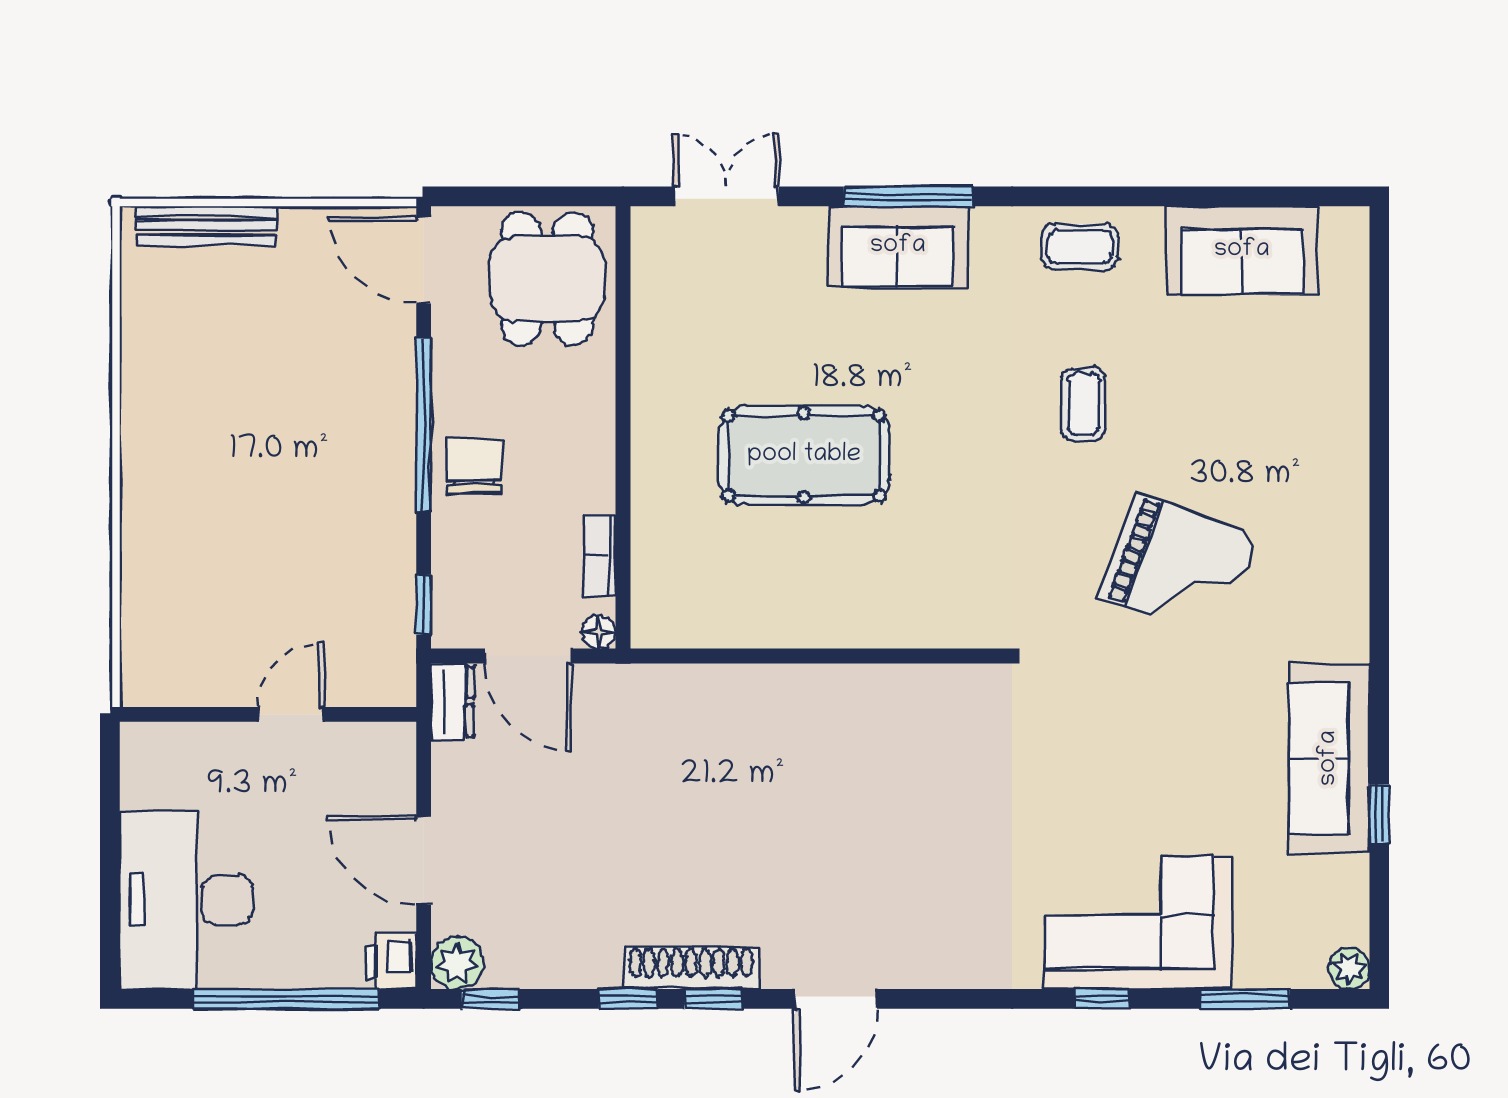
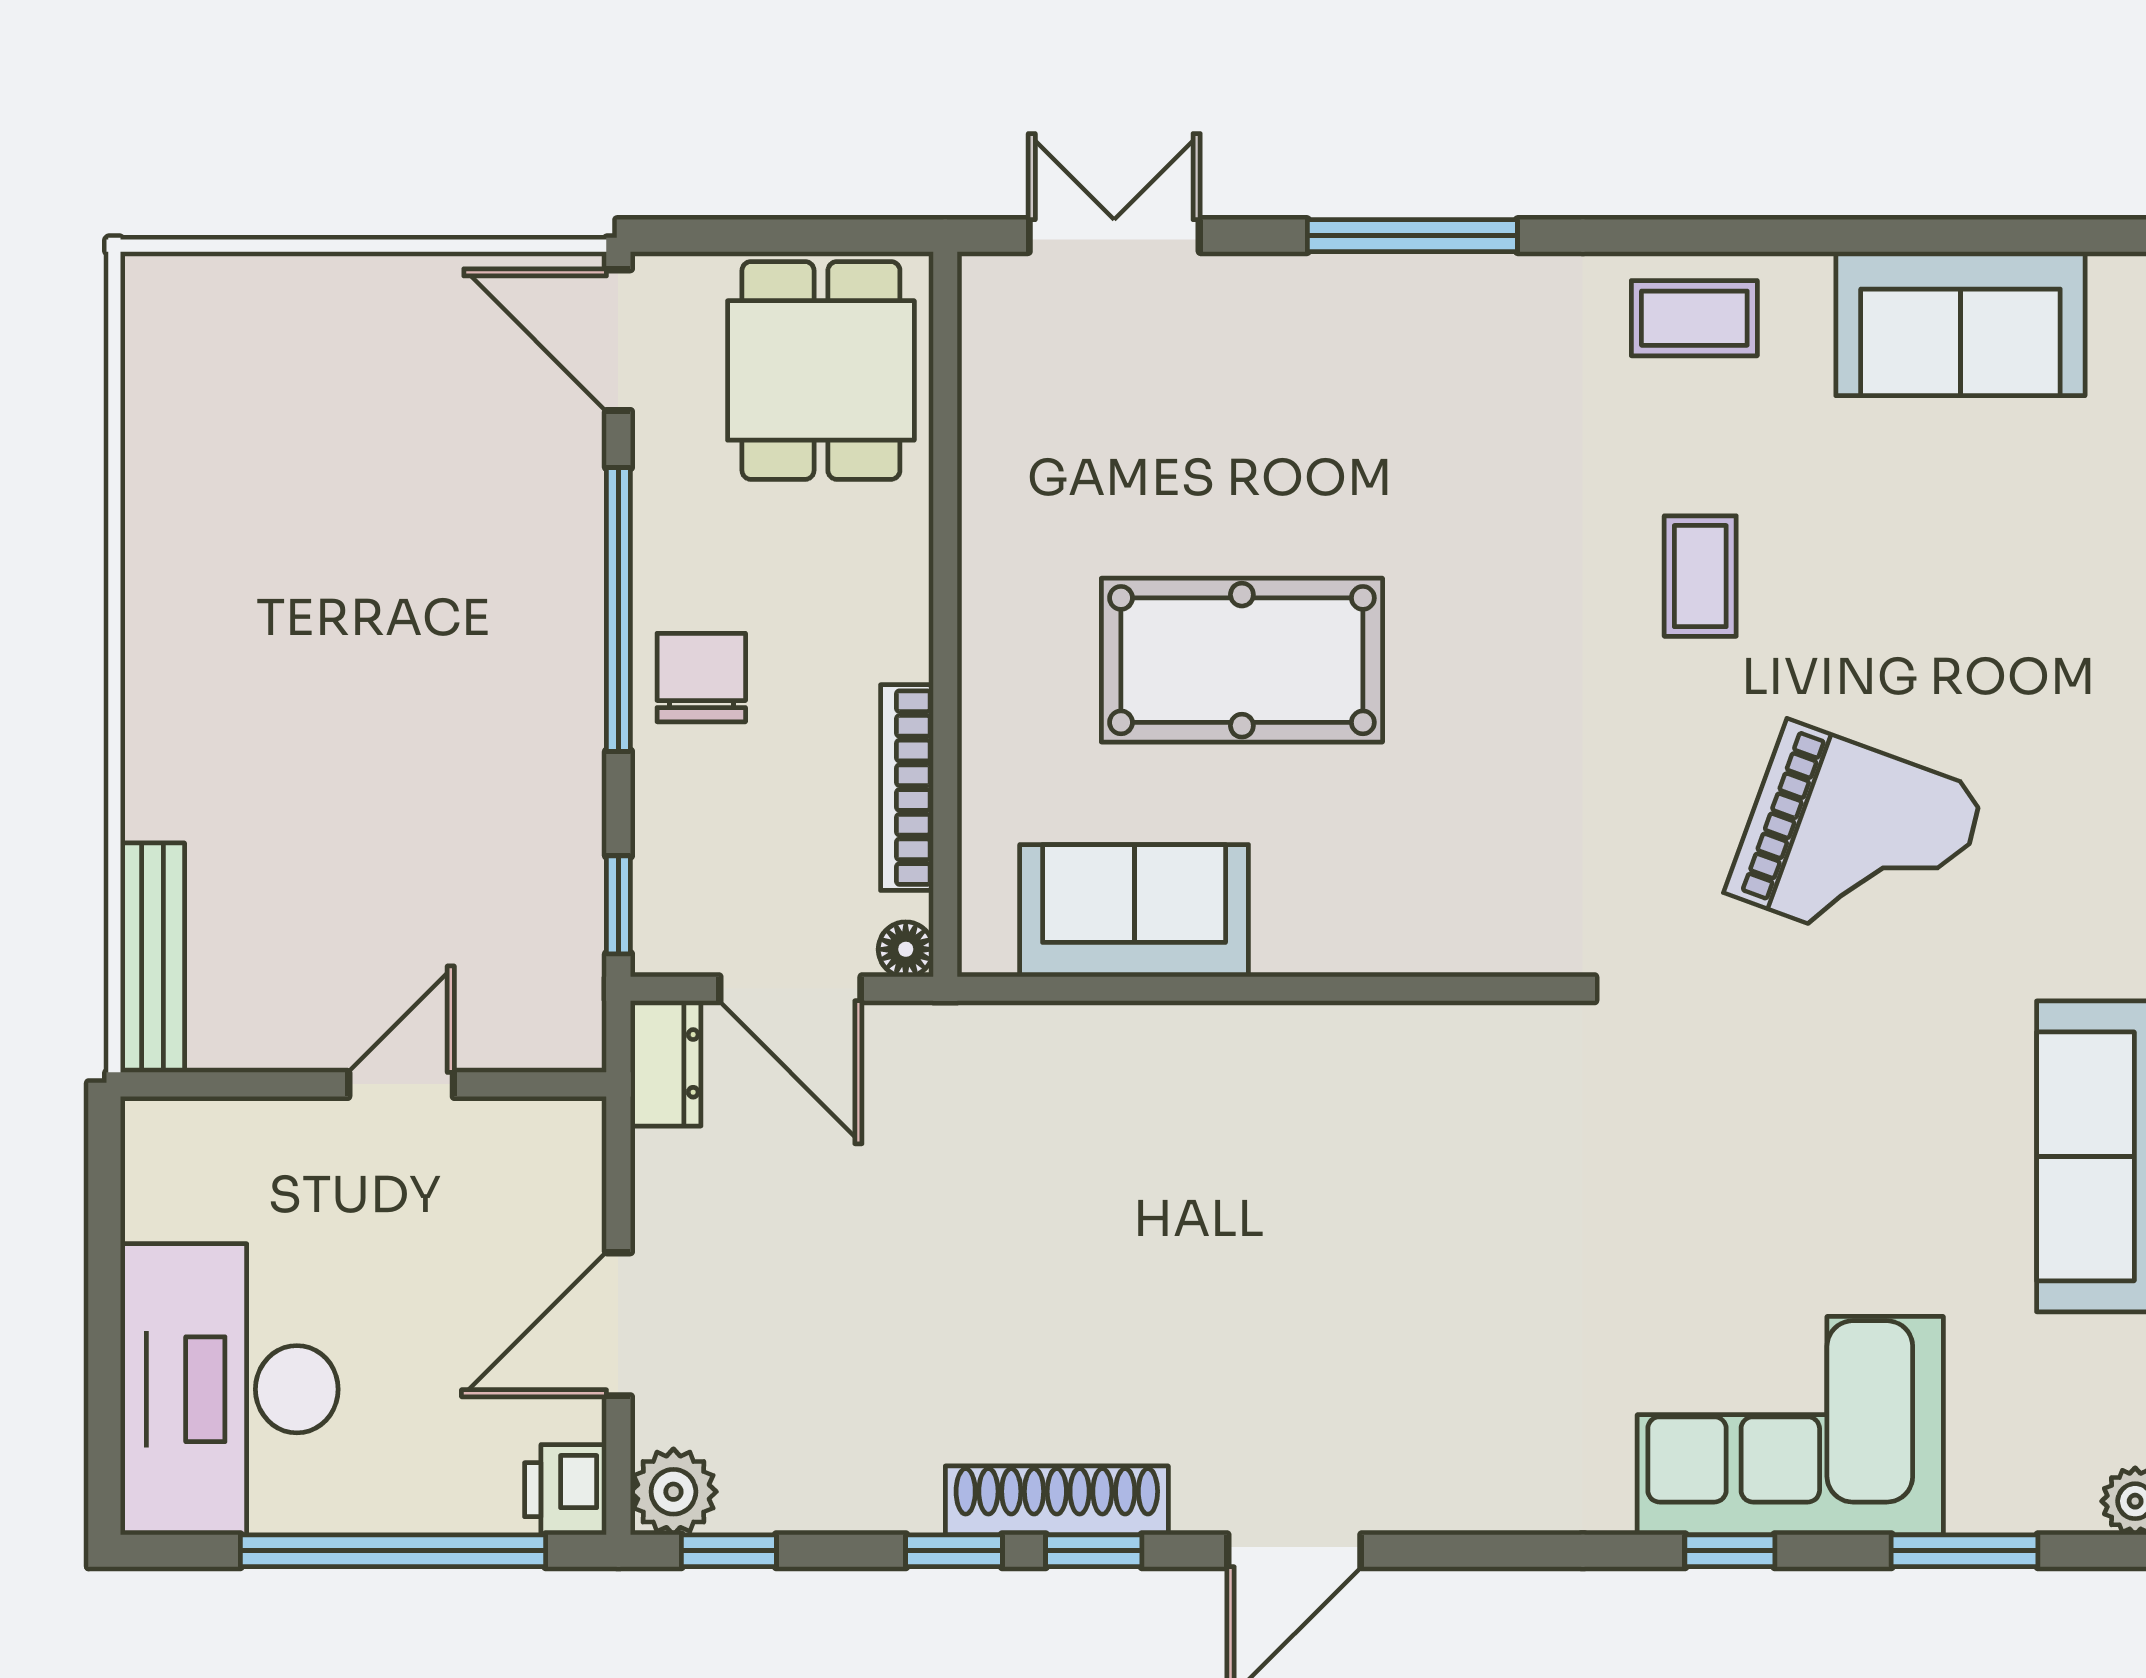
bench: (206, 226) -> (152, 958), moved, turned 90
sofa: (898, 246) -> (1134, 911), moved, turned 180
bookcase: (600, 556) -> (907, 788), width x1.56
door: (424, 861) -> (618, 1324), hinge flipped

